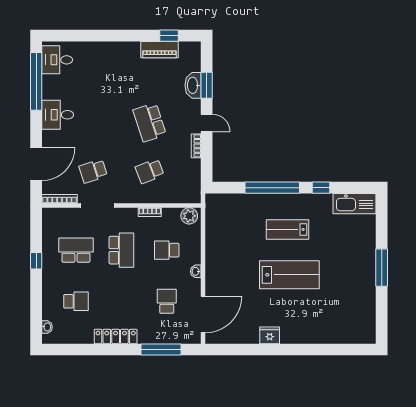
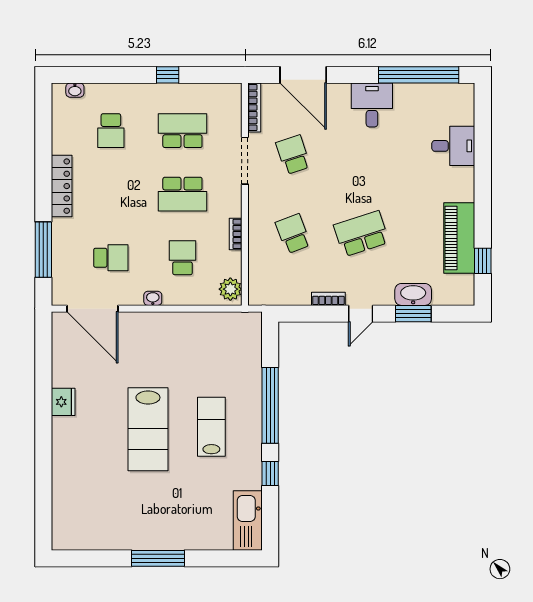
piano: (160, 50) -> (459, 238), width x1.37, depth x1.33
desk: (57, 60) -> (453, 146), moved, turned 90
school desk: (76, 250) -> (182, 131), turned -90

